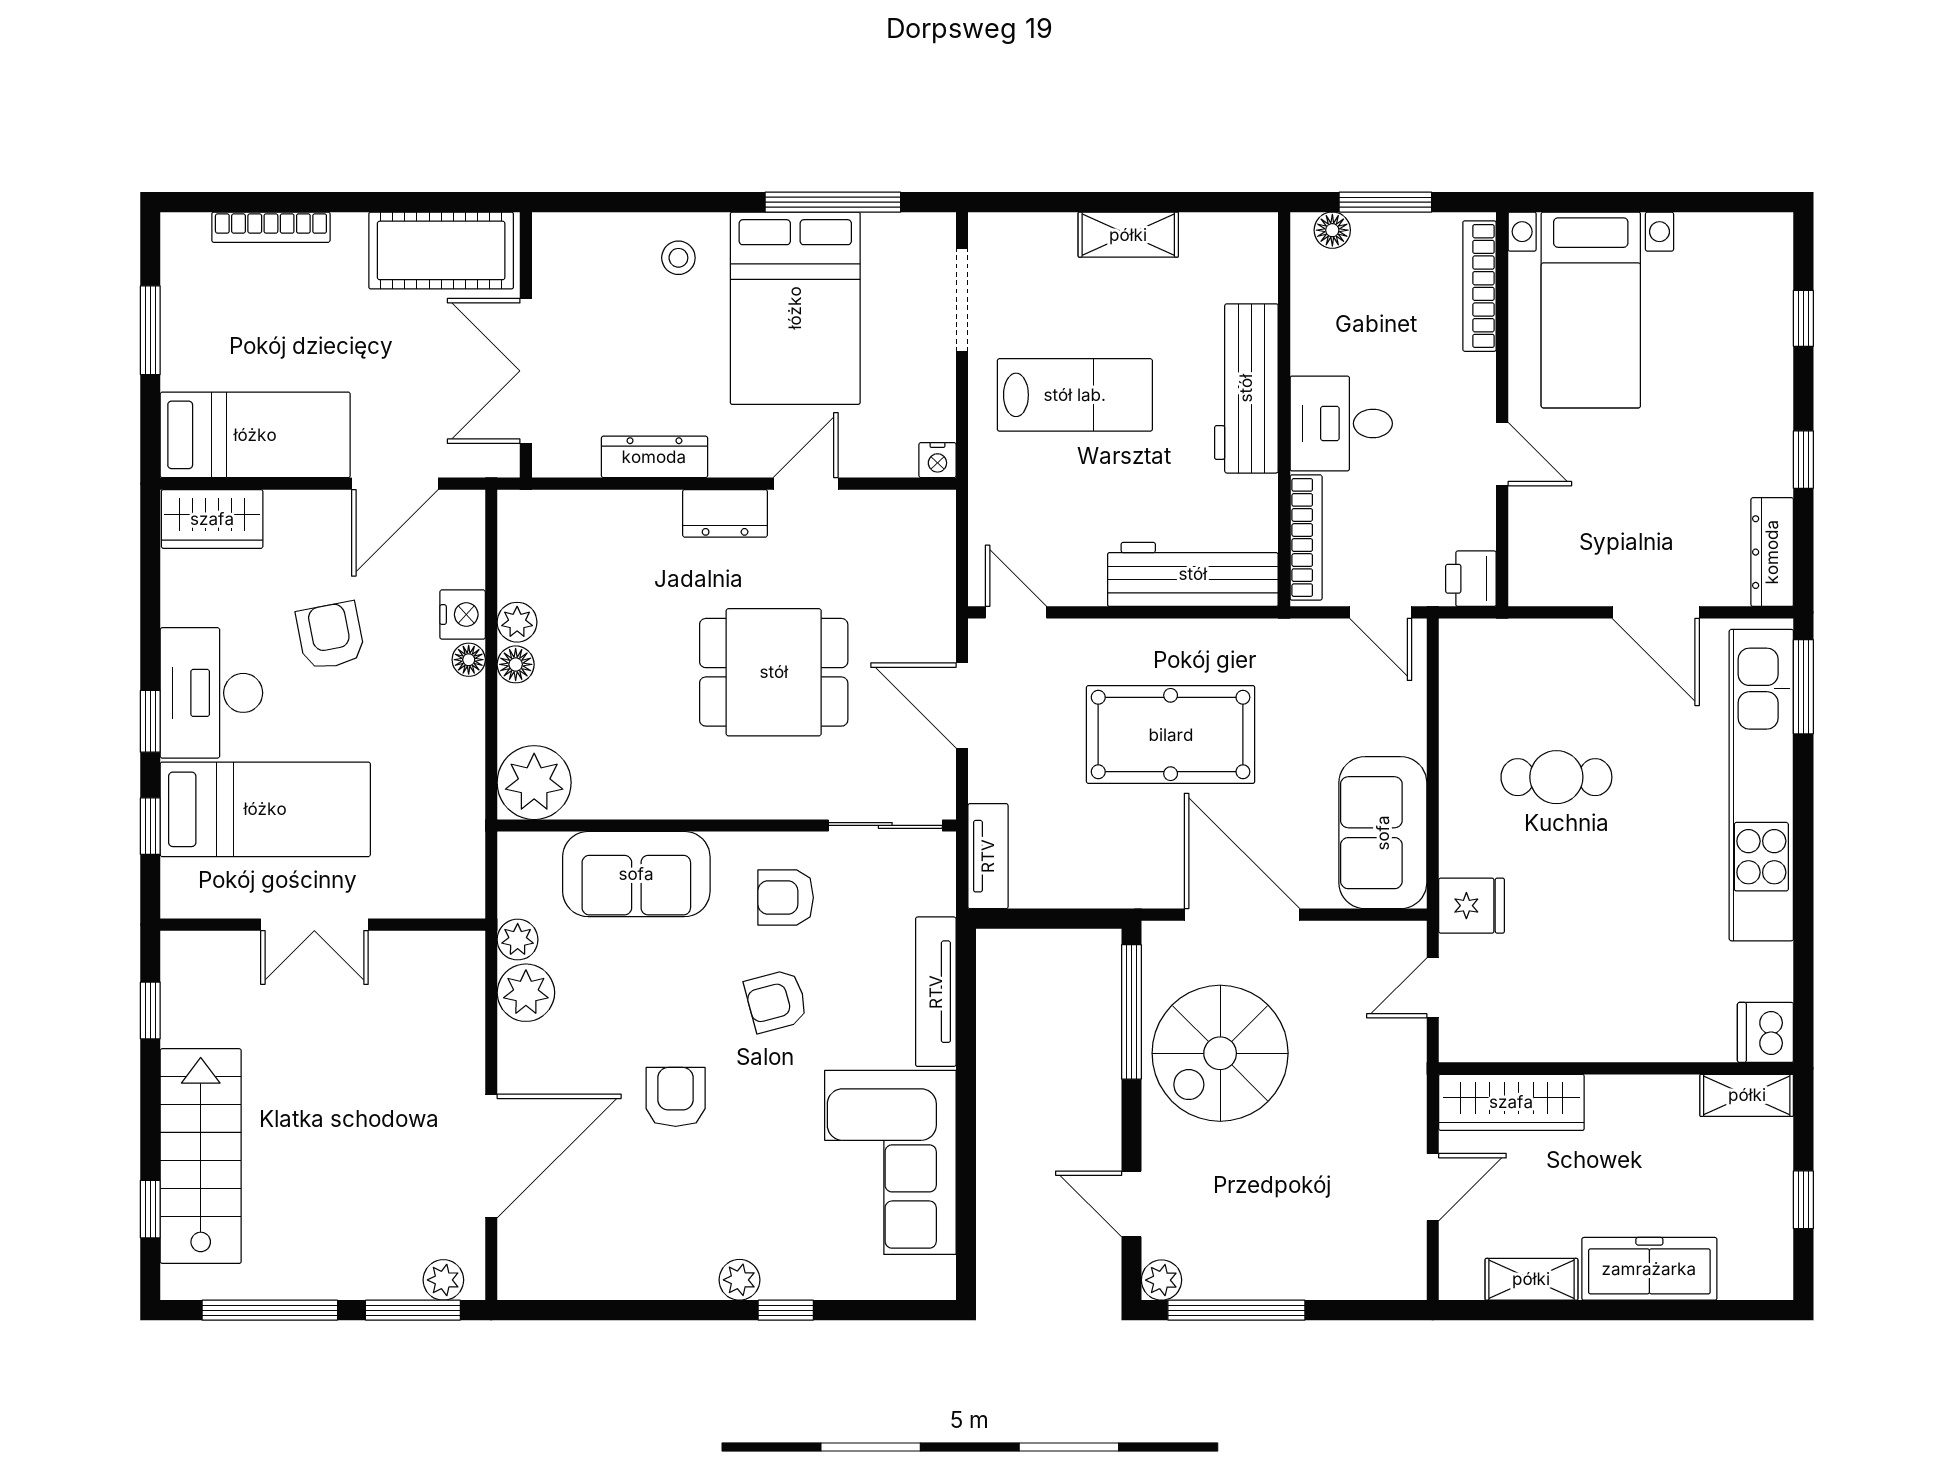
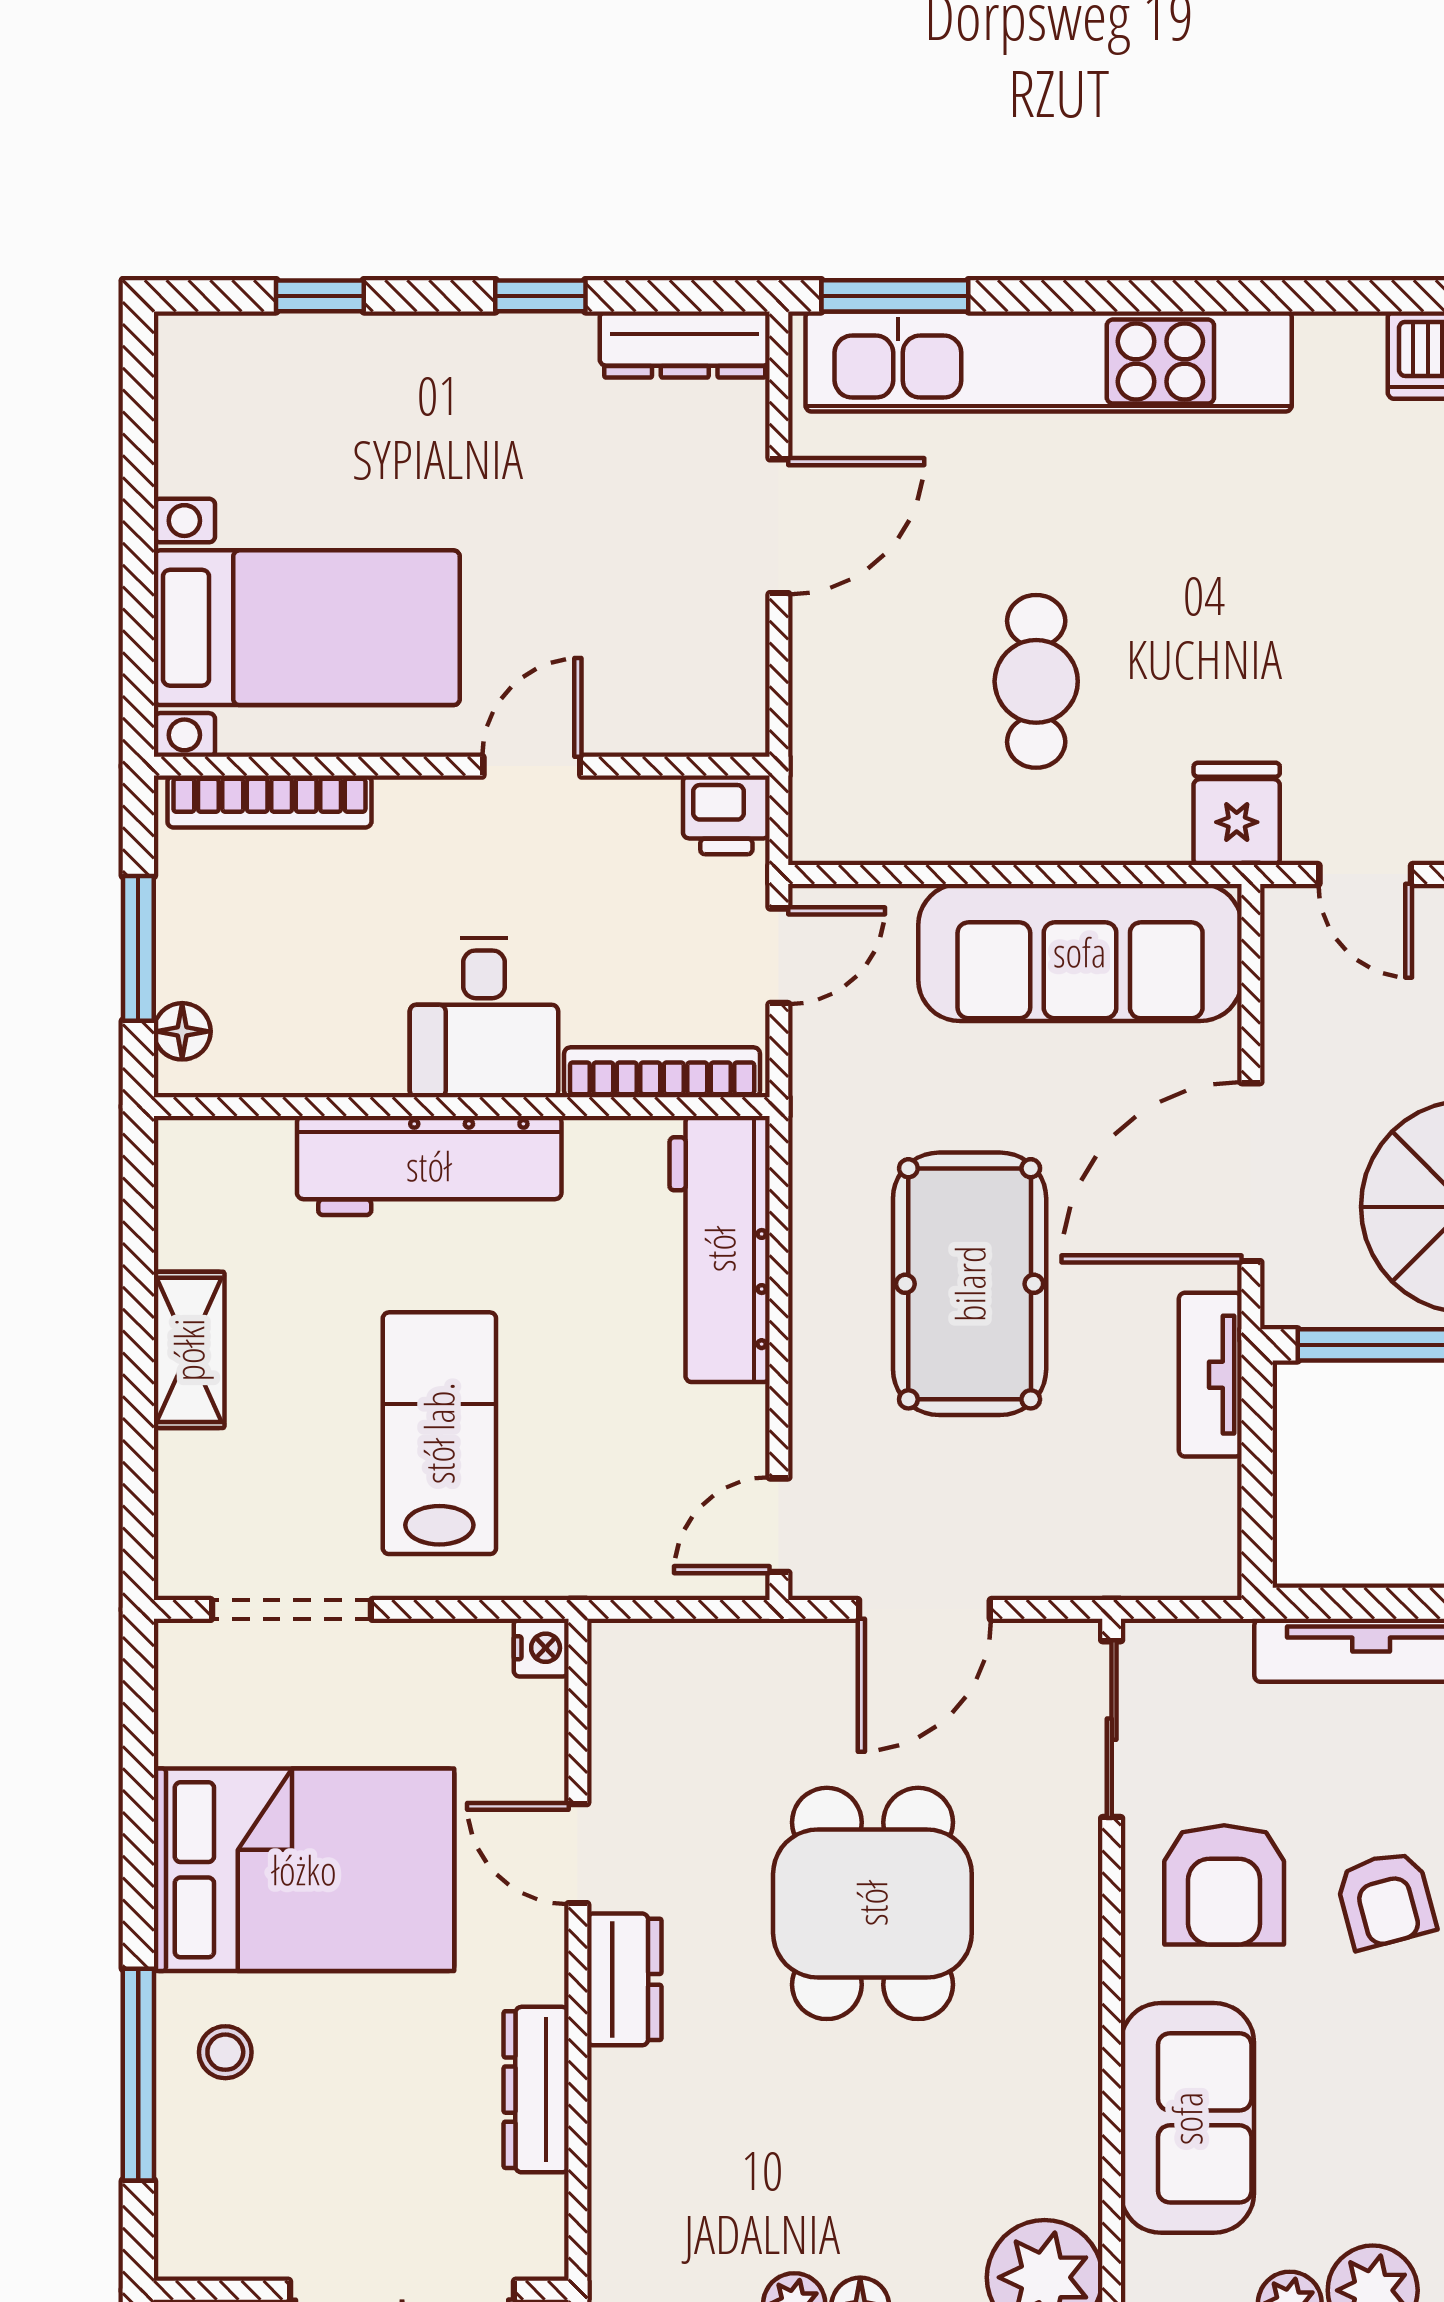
window: (833, 202) -> (138, 2075), moved
sofa: (1383, 833) -> (1080, 952), width x1.36
tv unit: (988, 856) -> (1210, 1375), moved, turned -90
armchair: (786, 898) -> (1224, 1885), width x1.38, depth x1.38

